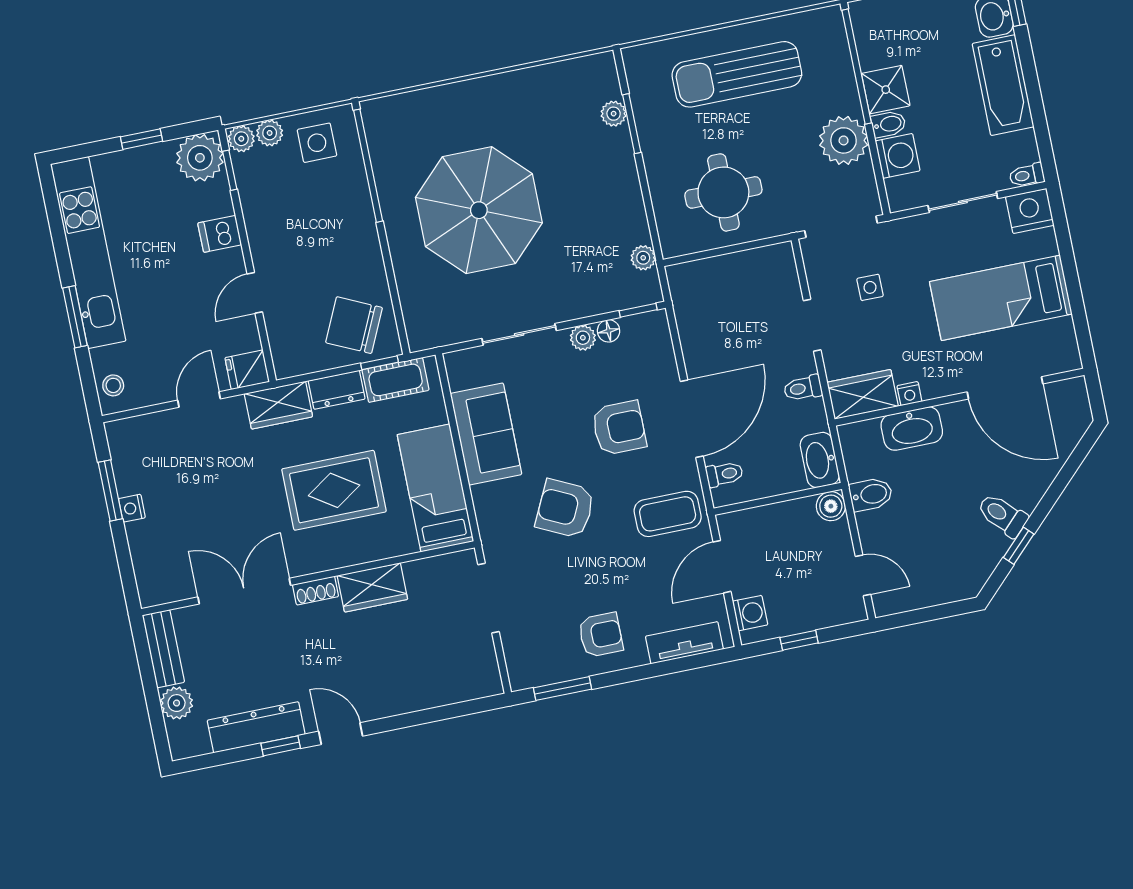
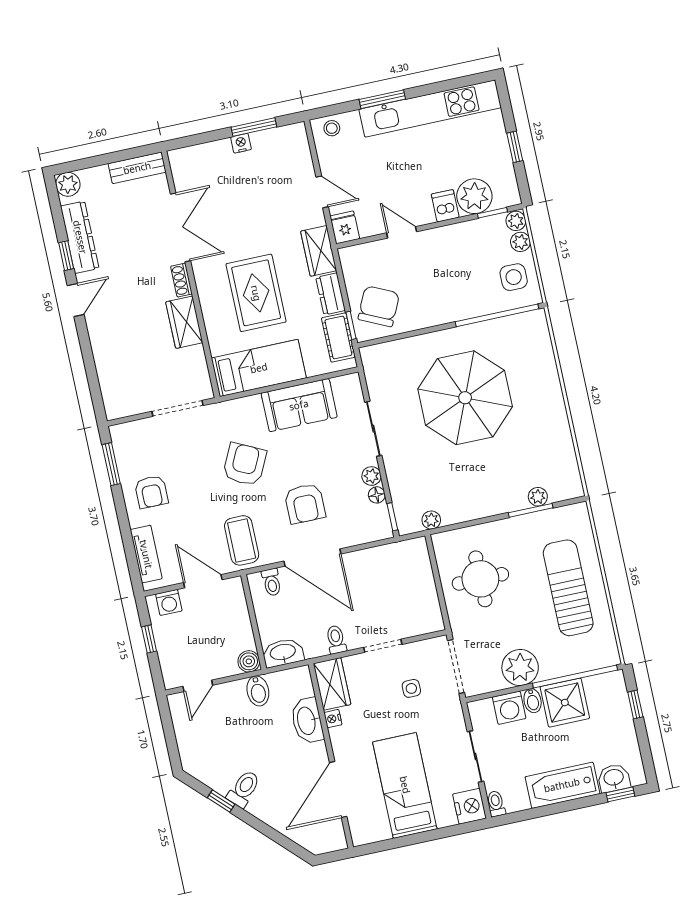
shower: (886, 90) -> (565, 703), width x1.36, depth x1.36
plant: (200, 158) -> (474, 196), moved
plant: (177, 703) -> (68, 184), moved

